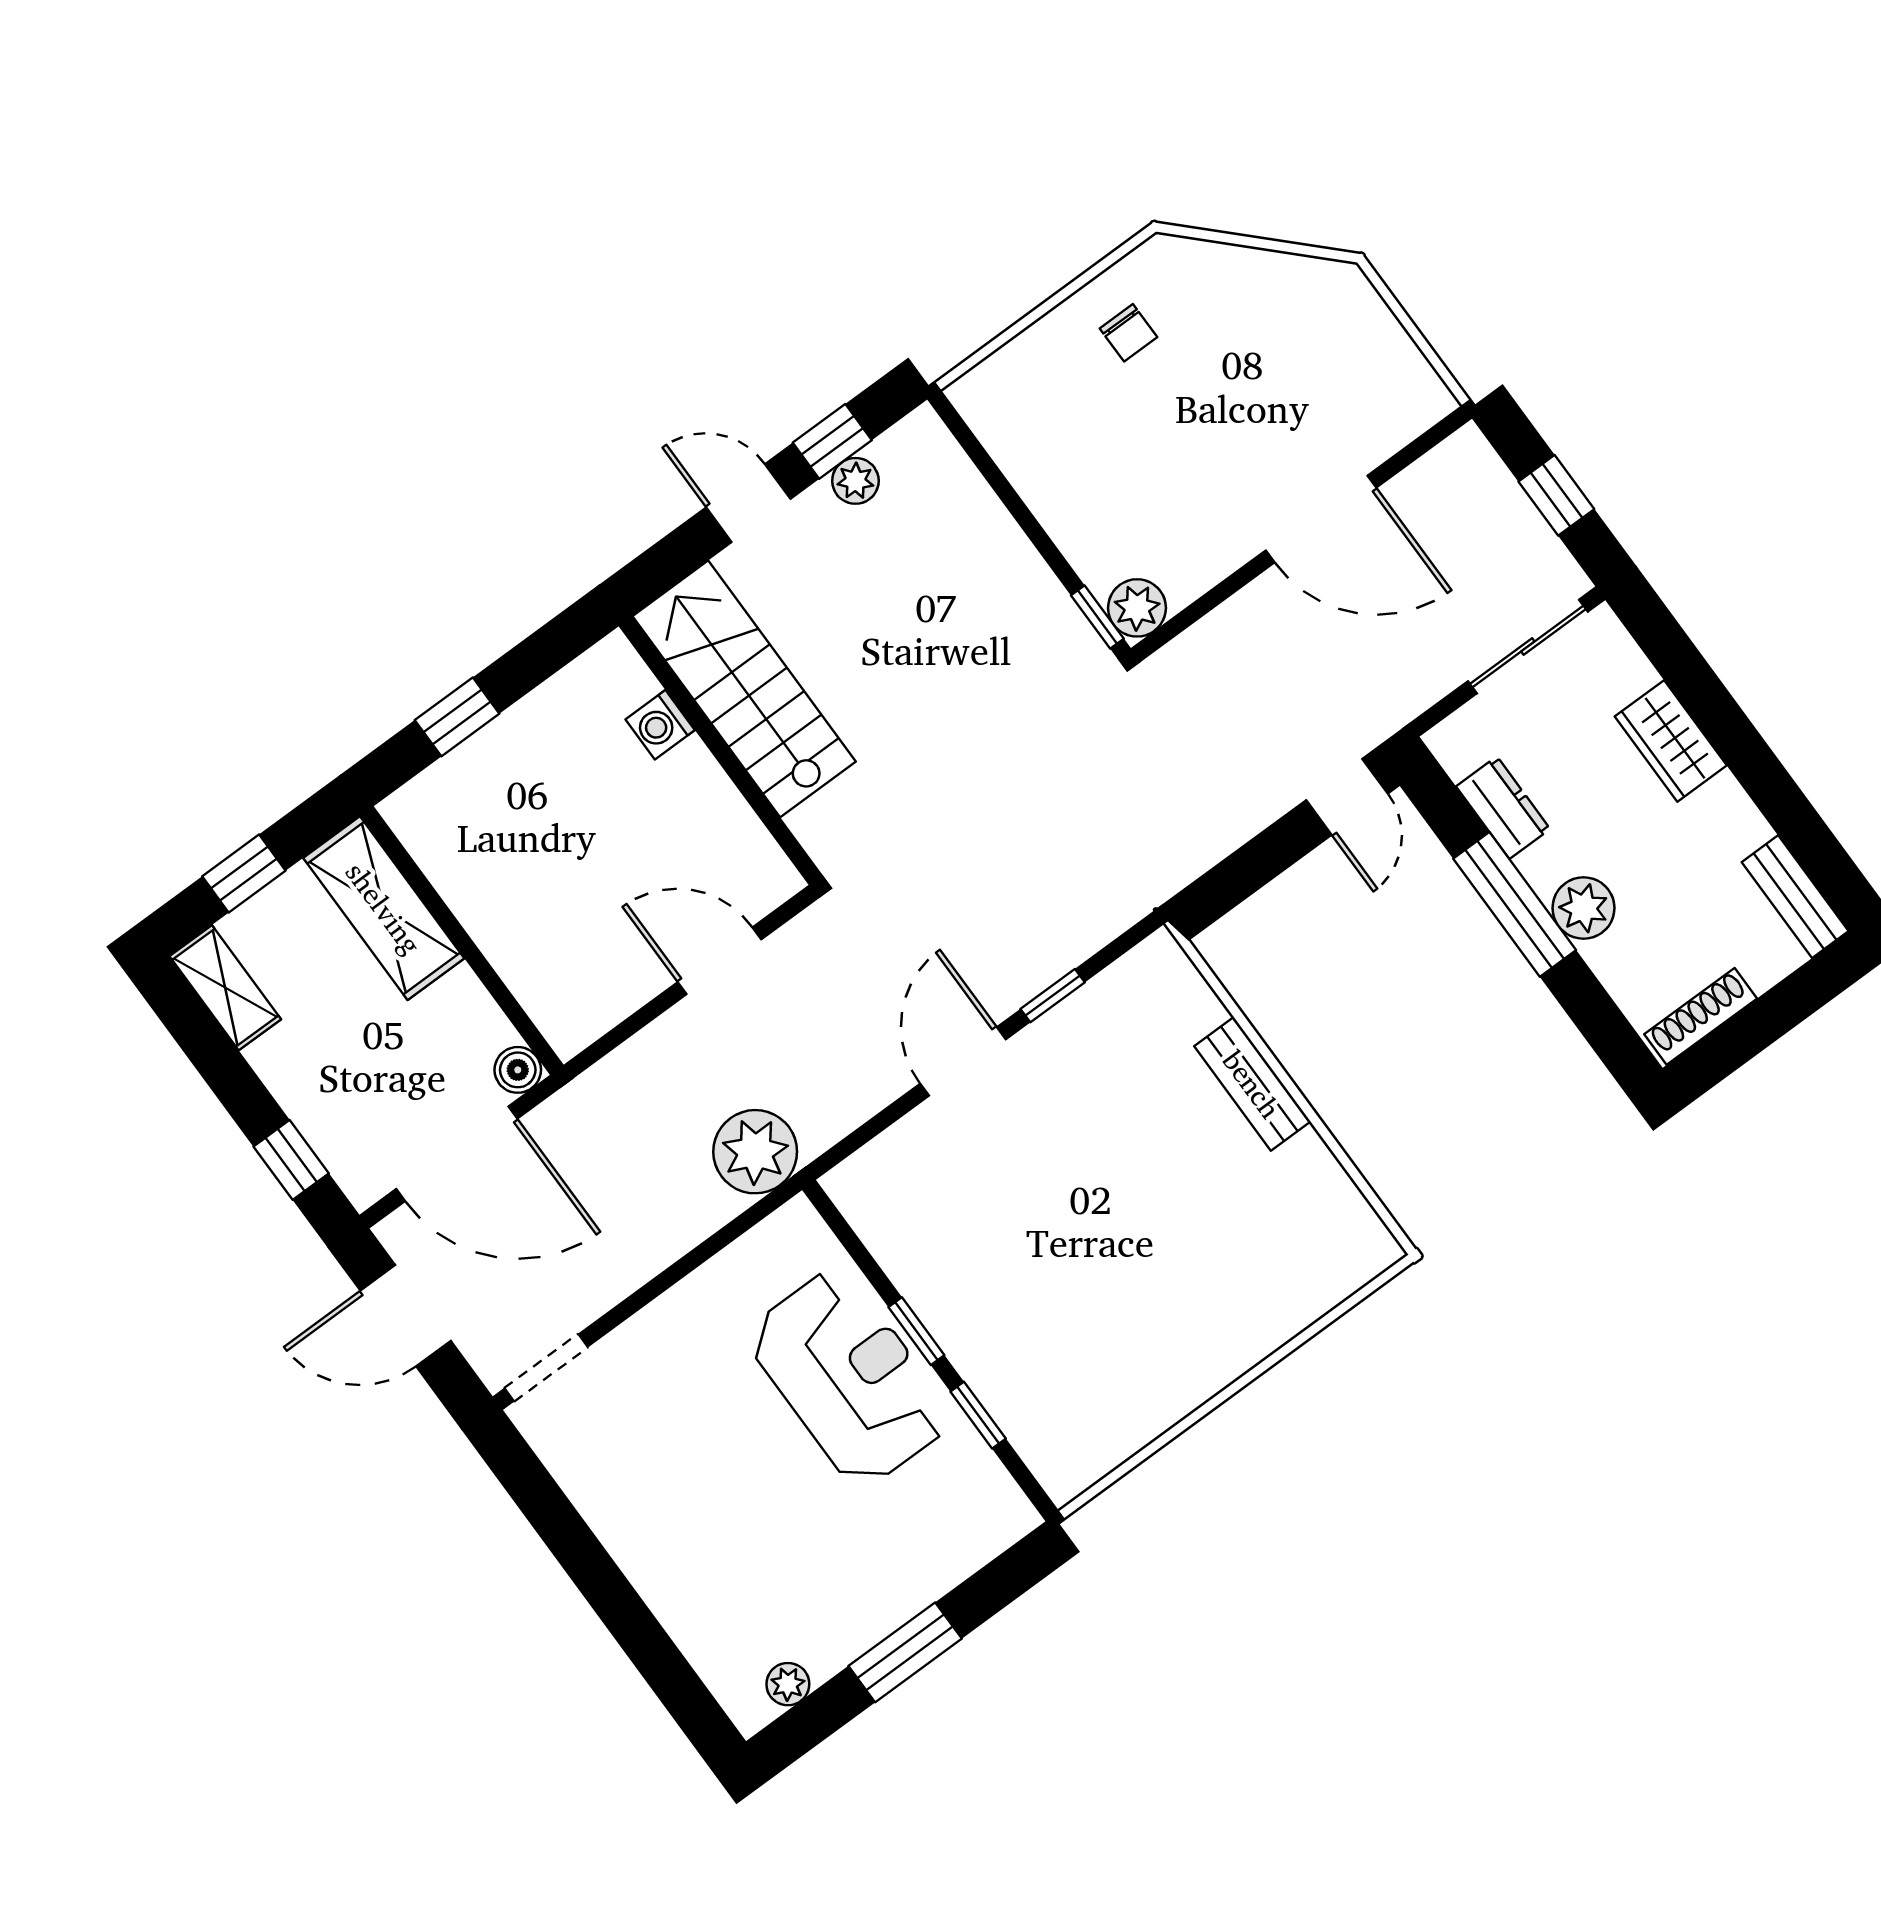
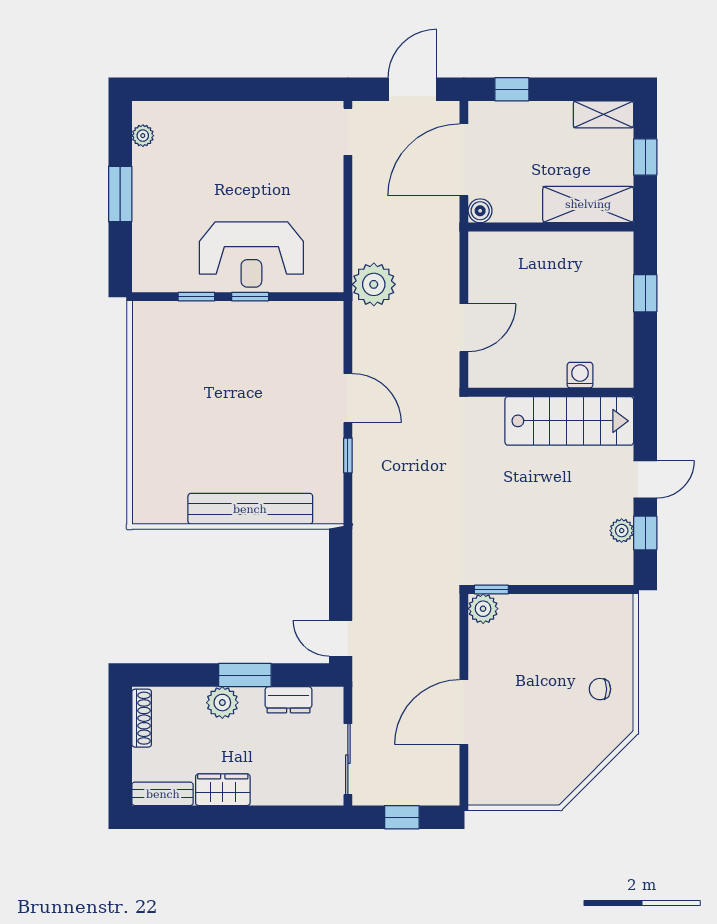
wardrobe: (1671, 741) -> (223, 790), moved
window: (1515, 904) -> (245, 675), width x0.69
bench: (1252, 1084) -> (250, 509), width x1.86, depth x1.21

